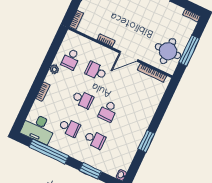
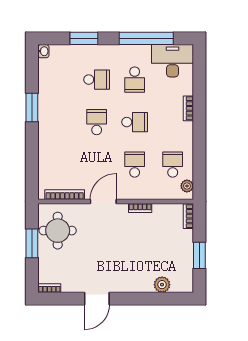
window: (189, 51) -> (32, 243), width x0.69
plant: (54, 69) -> (187, 186), moved
school desk: (96, 71) -> (135, 165), turned -90
school desk: (83, 99) -> (135, 122), turned 180
school desk: (69, 128) -> (135, 80), turned -90
school desk: (95, 139) -> (97, 80), turned 180

